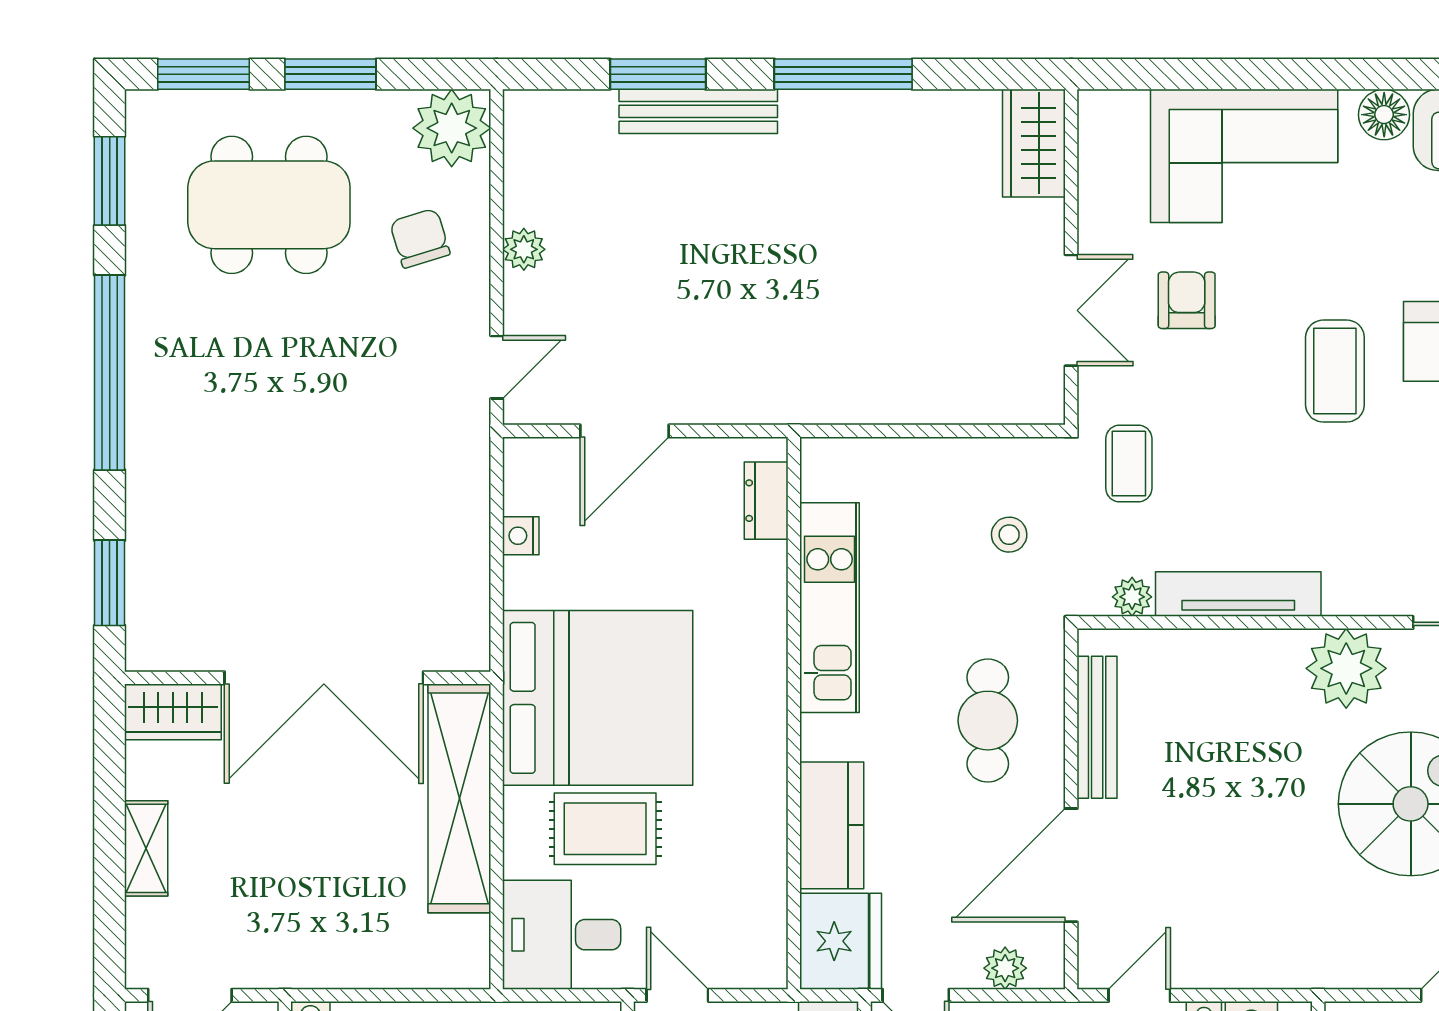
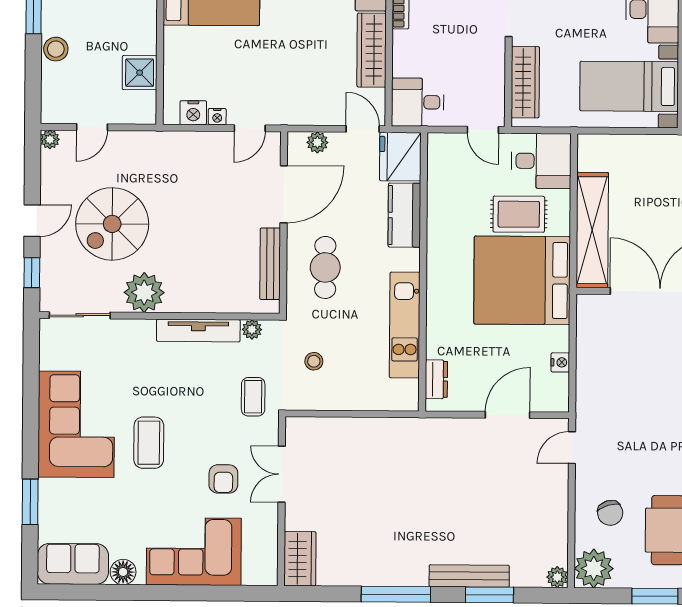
plant: (524, 249) -> (557, 577), moved

